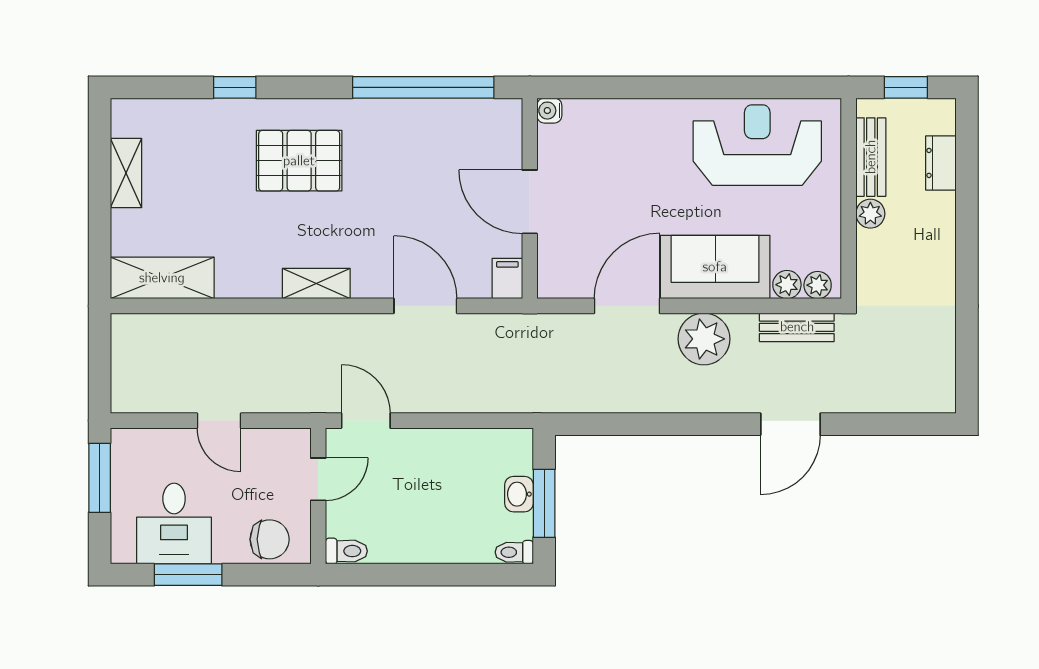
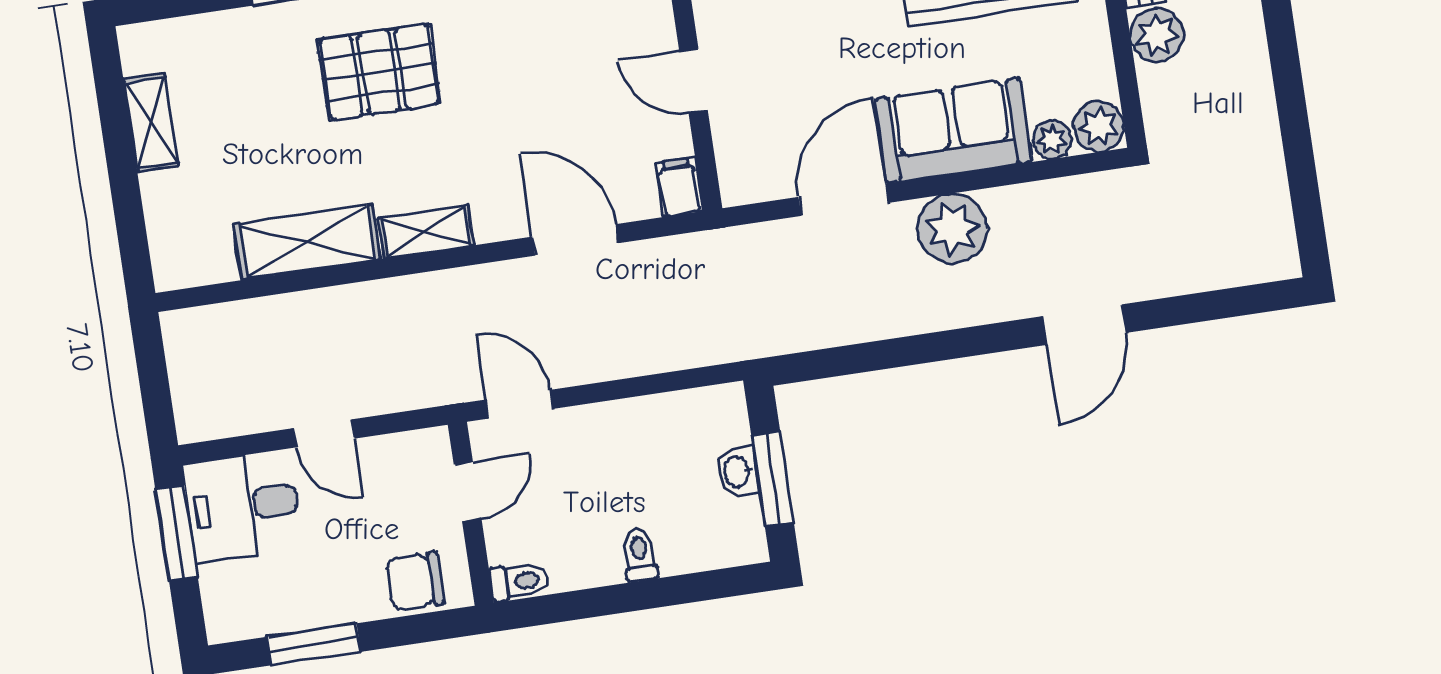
door: (530, 202) -> (694, 81), width x0.73
plant: (870, 214) -> (1157, 35), width x1.38, depth x1.38
shelving: (162, 278) -> (307, 242), moved
plant: (818, 285) -> (1099, 126), width x1.38, depth x1.38
bench: (797, 327) -> (1074, 195), removed
desk: (174, 524) -> (242, 506), moved, turned 90
chair: (270, 539) -> (415, 581), turned 180
toilet: (514, 552) -> (640, 555), moved, turned 90

